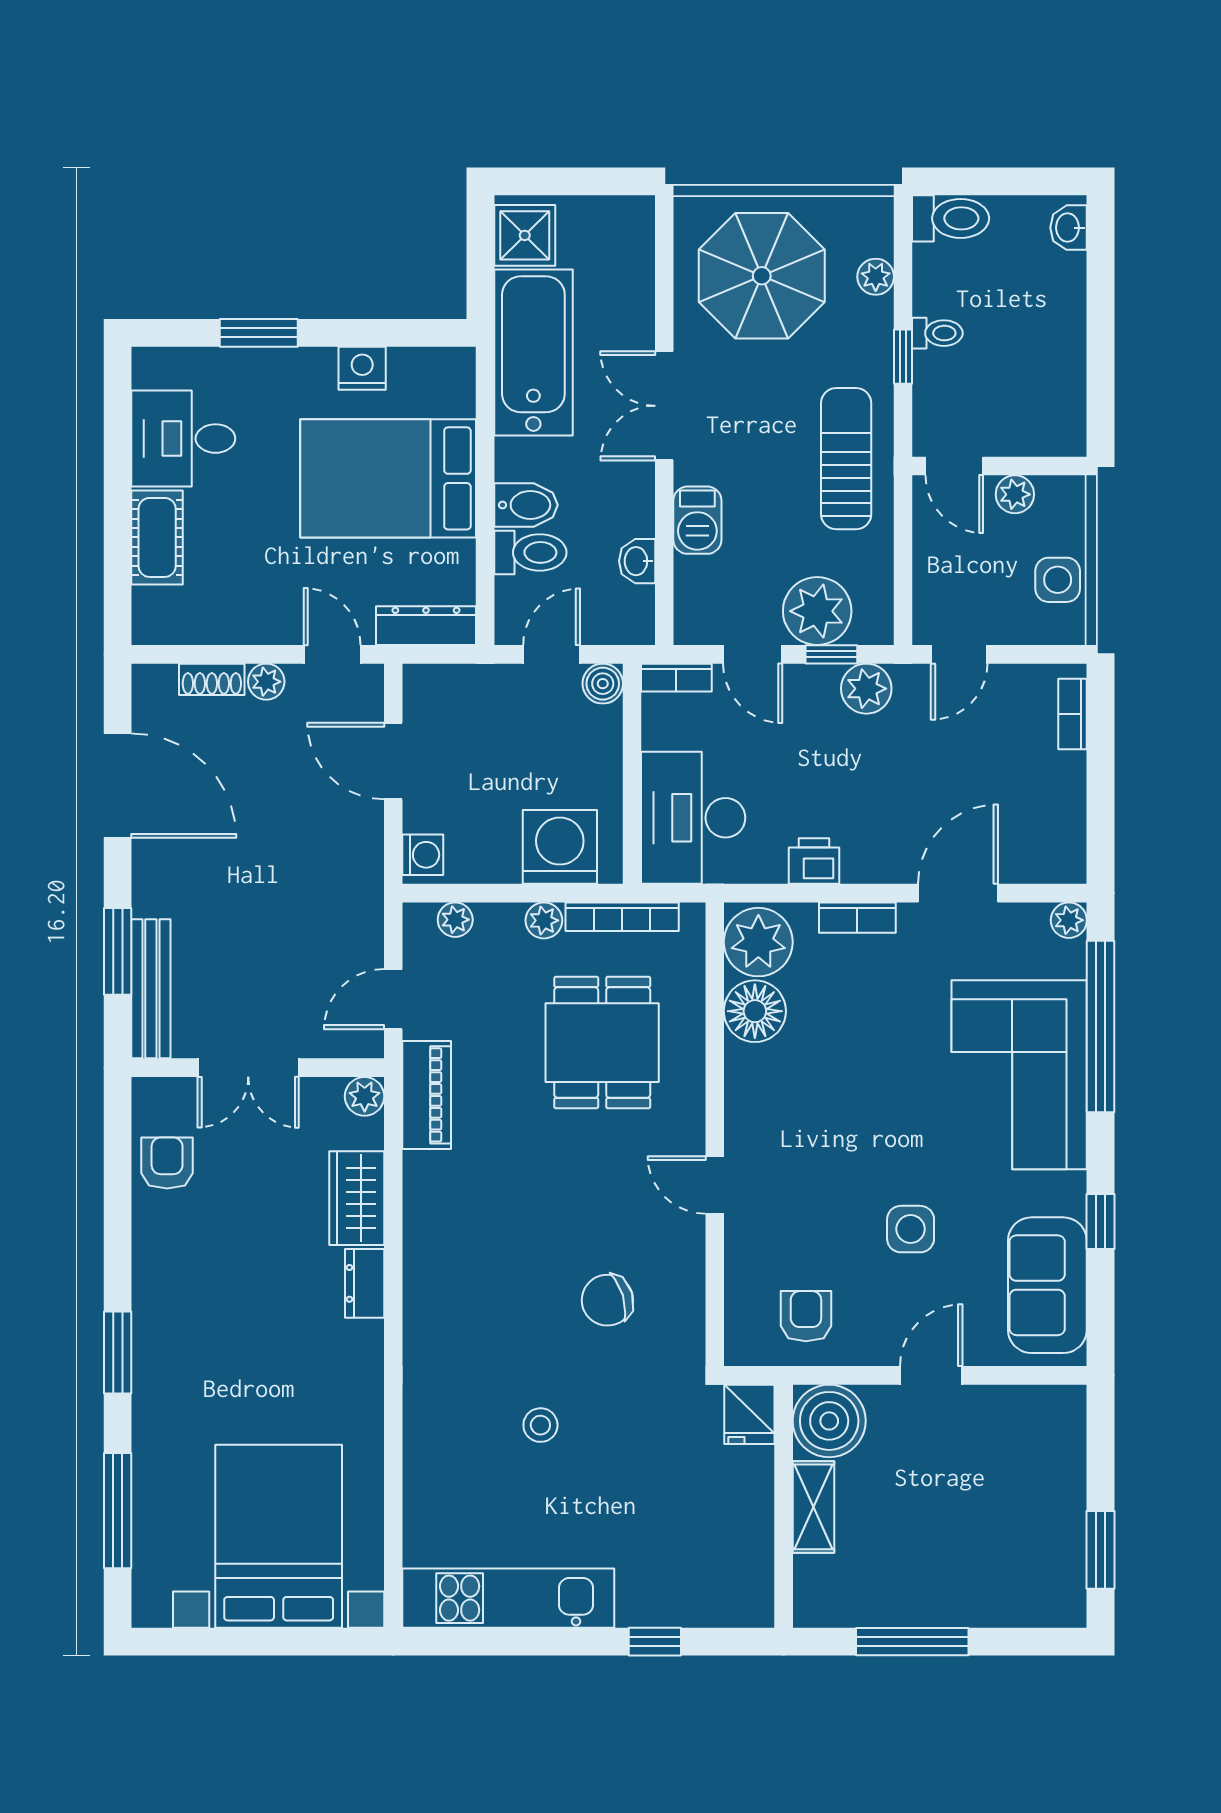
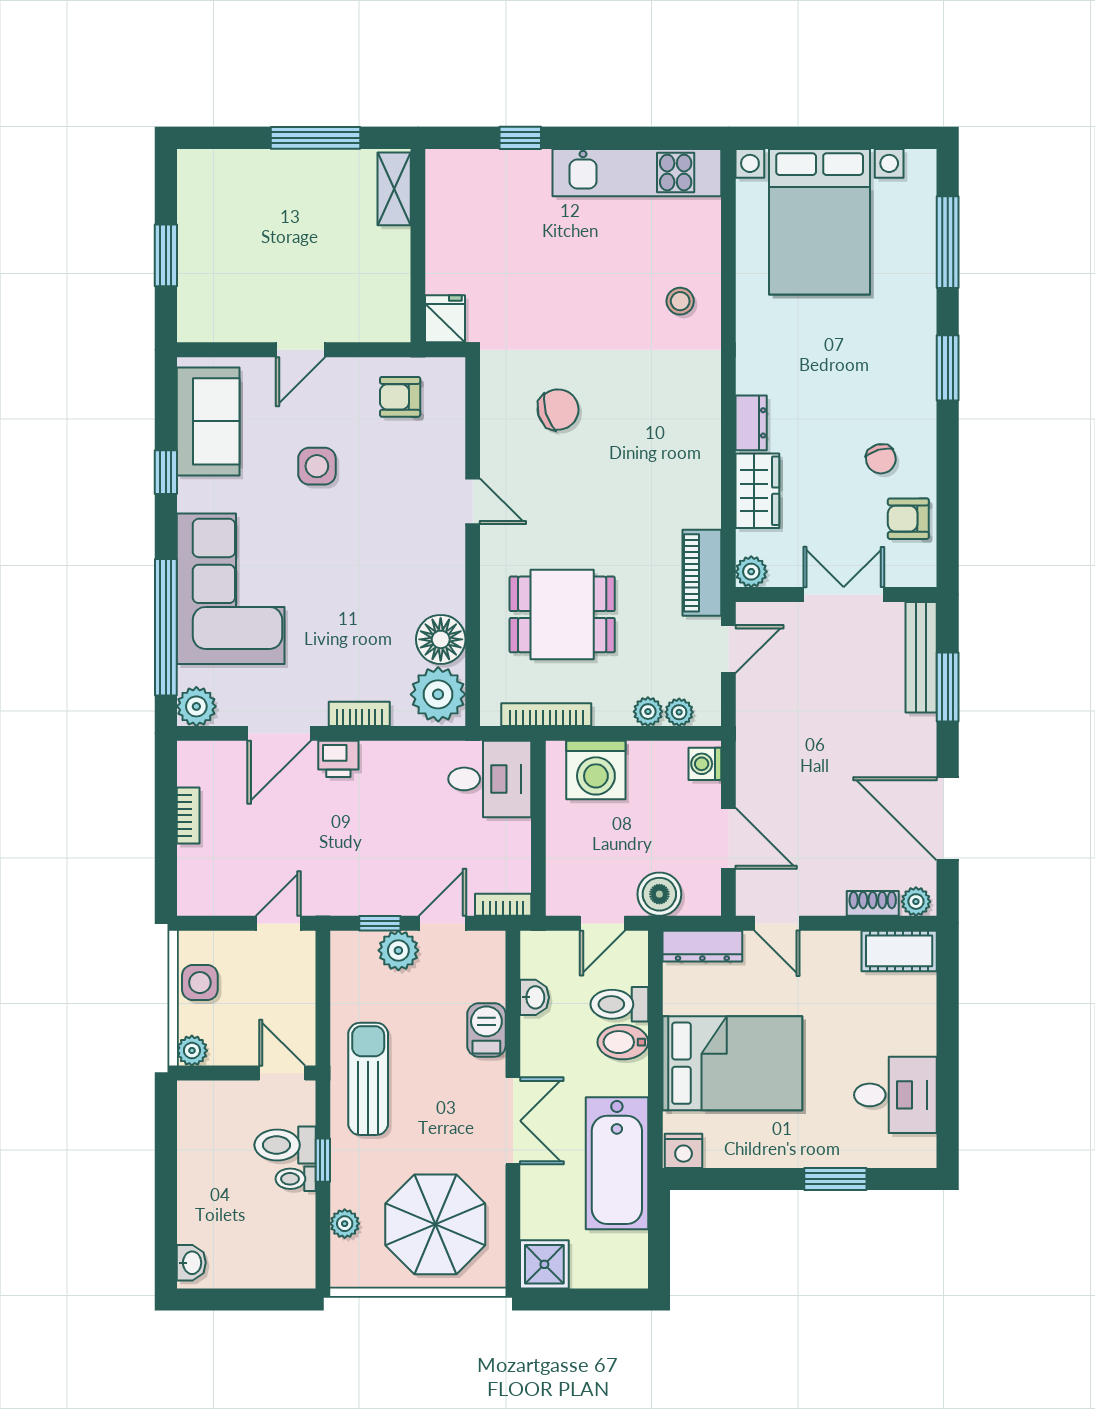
toilet: (951, 218) -> (285, 1145), moved
shower: (525, 235) -> (544, 1264), moved
nightstand: (362, 368) -> (684, 1151), moved
sun lounger: (846, 459) -> (368, 1079), turned 180
plant: (1015, 494) -> (192, 1051), moved
cot: (157, 537) -> (899, 951), moved, turned 90
plant: (817, 611) -> (398, 950), width x0.73, depth x0.73
door: (753, 654) -> (443, 923), hinge flipped
plant: (266, 682) -> (916, 902), moved
boiler: (603, 684) -> (659, 894), moved, width x1.36, depth x1.36
plant: (866, 689) -> (352, 896), removed
bookcase: (1073, 714) -> (188, 815), moved
desk: (693, 818) -> (490, 779), width x0.73
printer: (814, 861) -> (338, 759), moved
plant: (544, 920) -> (648, 712), moved
plant: (1069, 920) -> (196, 706), width x1.38, depth x1.38
dining table: (602, 1043) -> (562, 614), turned 90
armchair: (167, 1163) -> (908, 519), turned 90
chair: (202, 1238) -> (881, 459), added
armchair: (806, 1316) -> (400, 397), turned 90
boiler: (829, 1421) -> (382, 313), removed
stool: (540, 1425) -> (680, 301), moved
shelving: (813, 1507) -> (394, 189), moved
window: (1100, 1550) -> (166, 255), moved

